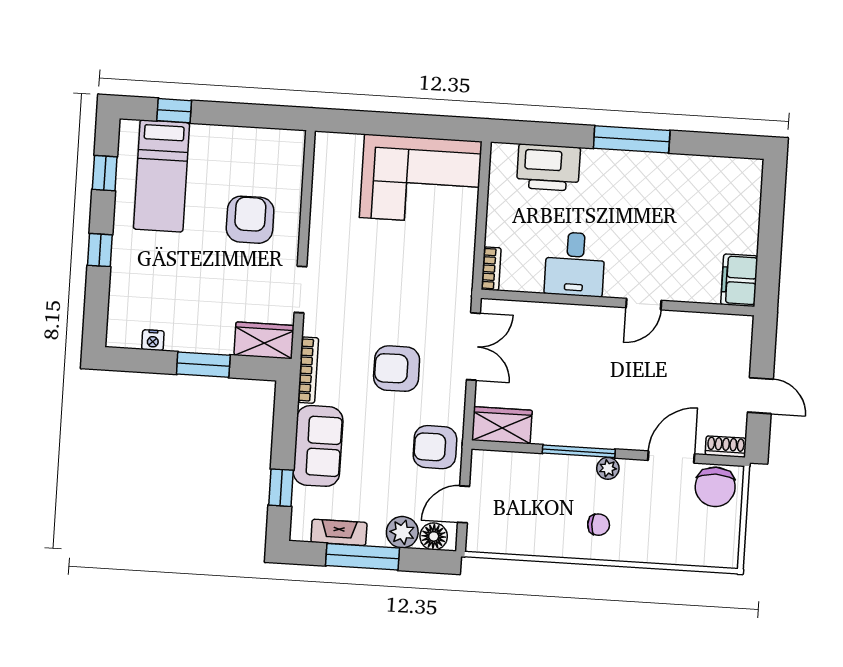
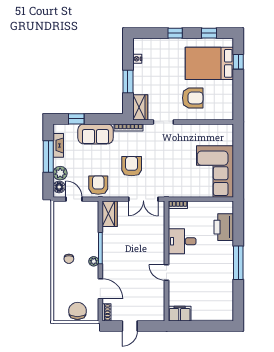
bed: (161, 176) -> (209, 63), width x1.50
chair: (715, 487) -> (77, 311), moved, turned 90

